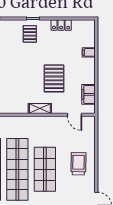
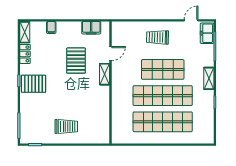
shelving: (84, 25) -> (25, 32), added
pallet: (30, 34) -> (34, 84), width x1.50, depth x1.42
pallet: (54, 78) -> (76, 61), turned 90
door: (75, 115) -> (111, 54), moved

